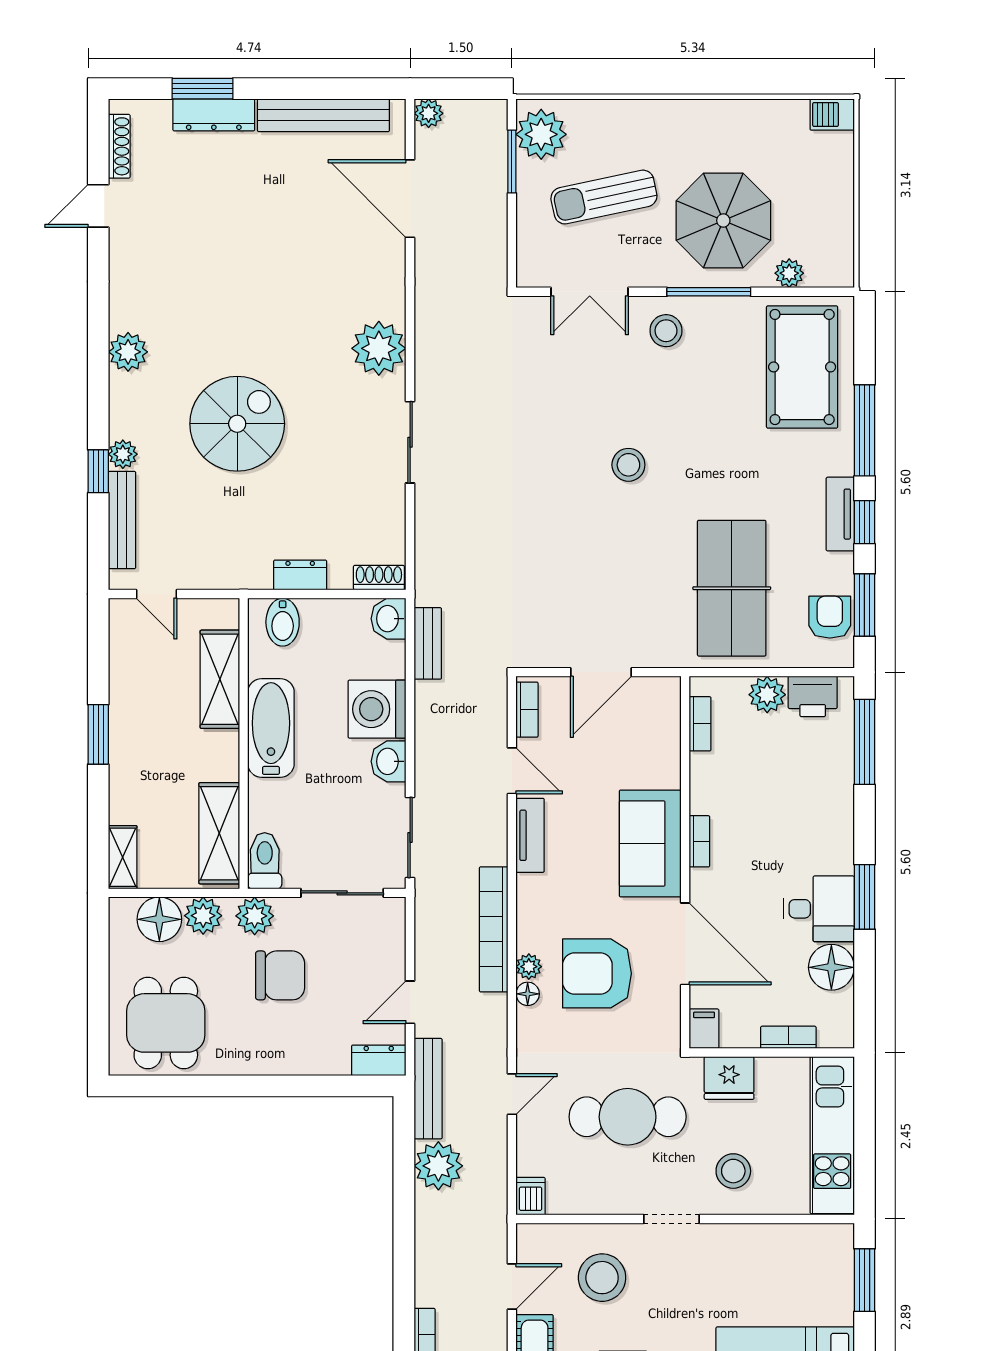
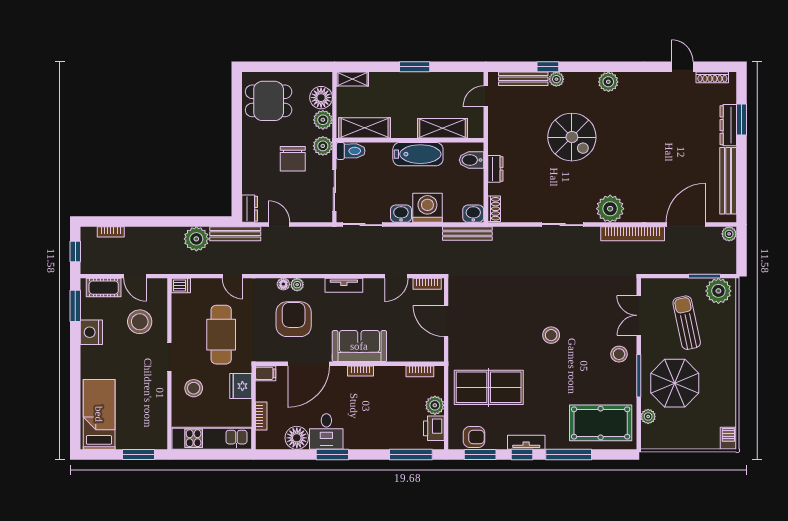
bench: (428, 643) -> (467, 234), width x1.36
tv unit: (530, 835) -> (344, 285), moved
bookcase: (494, 929) -> (633, 234), moved, turned 180

